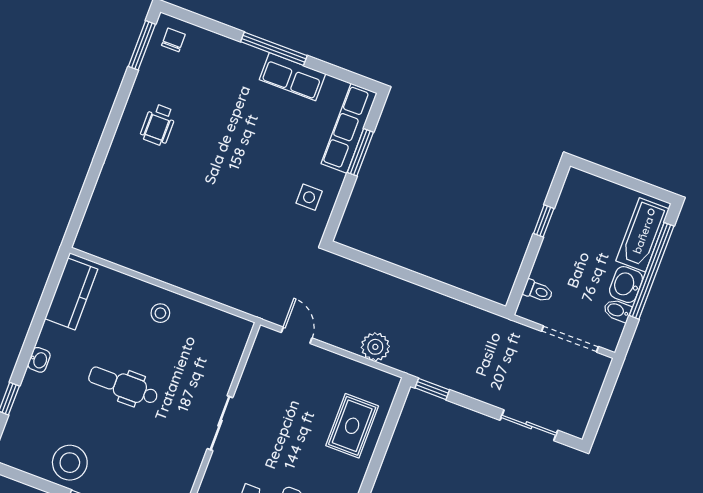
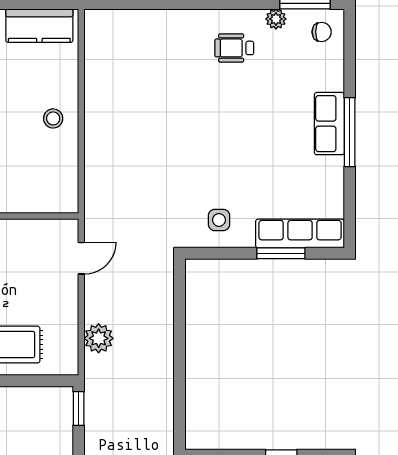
plant: (146, 77) -> (276, 19), added
row of seats: (292, 77) -> (329, 124), moved

